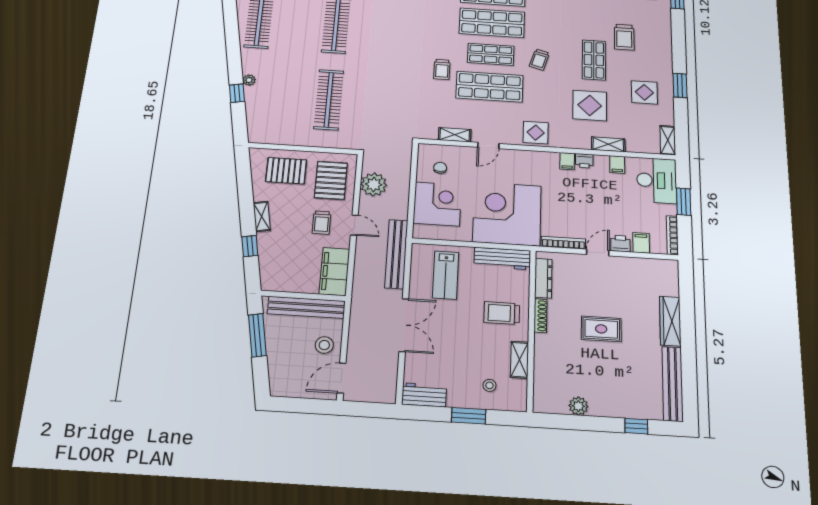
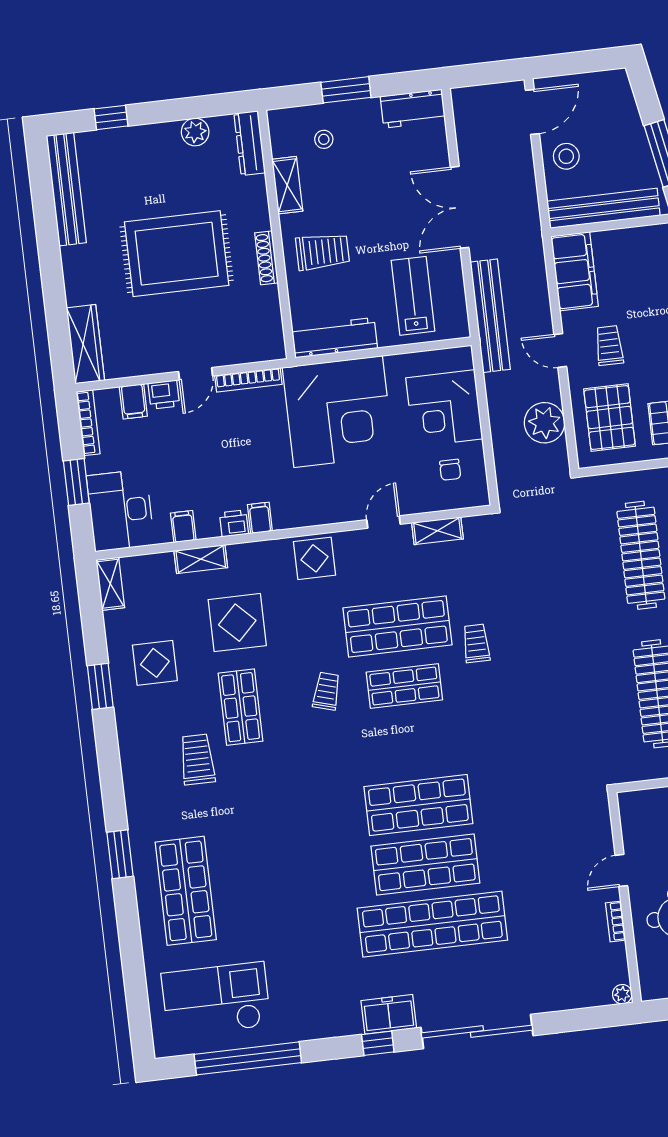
shop shelf: (492, 23) -> (411, 746), removed
dresser: (543, 278) -> (250, 143), moved
wardrobe: (670, 321) -> (85, 344), moved
rug: (601, 329) -> (177, 254), width x1.86, depth x2.06

